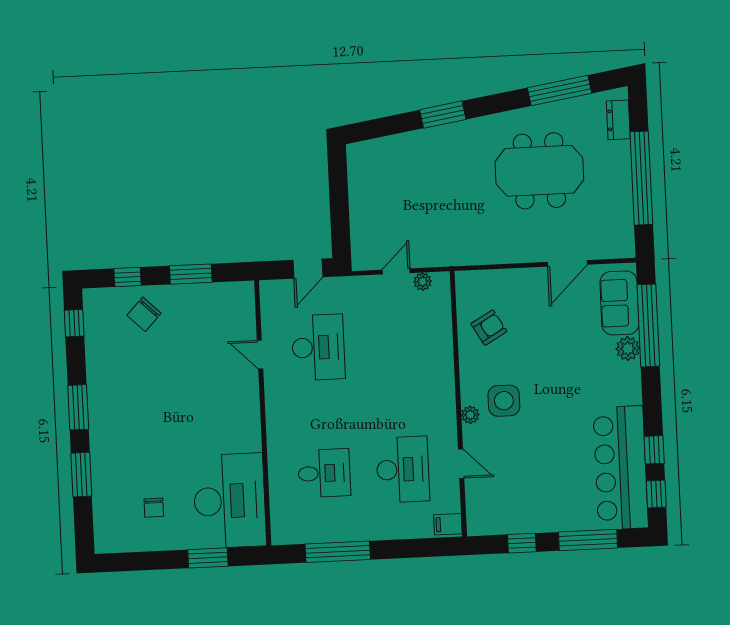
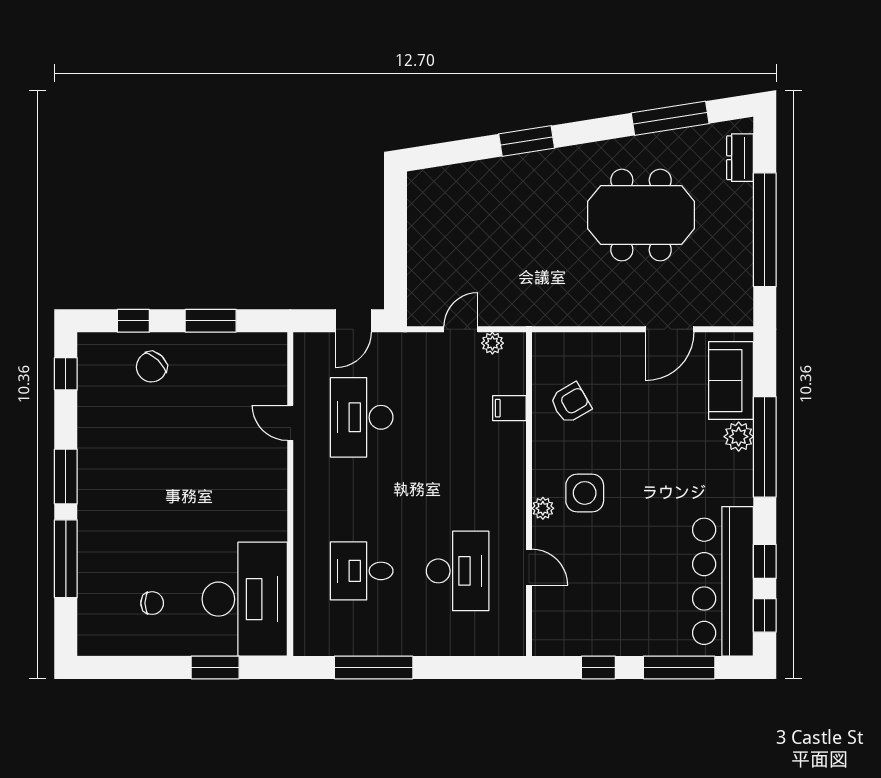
window: (648, 325) -> (765, 447), moved
desk: (318, 347) -> (362, 417), turned 180
desk: (324, 473) -> (362, 571), turned 180
window: (81, 475) -> (66, 559), width x1.44
chair: (154, 508) -> (152, 603), turned -90
filing cabinet: (448, 524) -> (509, 408), moved

